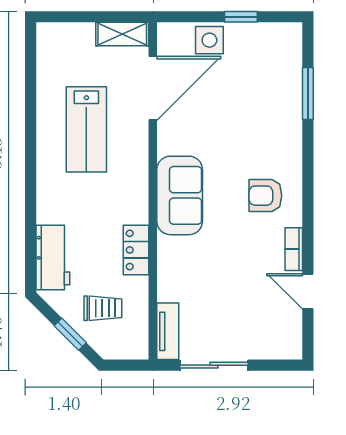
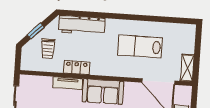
workbench: (53, 258) -> (82, 25), width x1.37
tv unit: (168, 331) -> (68, 83), moved

